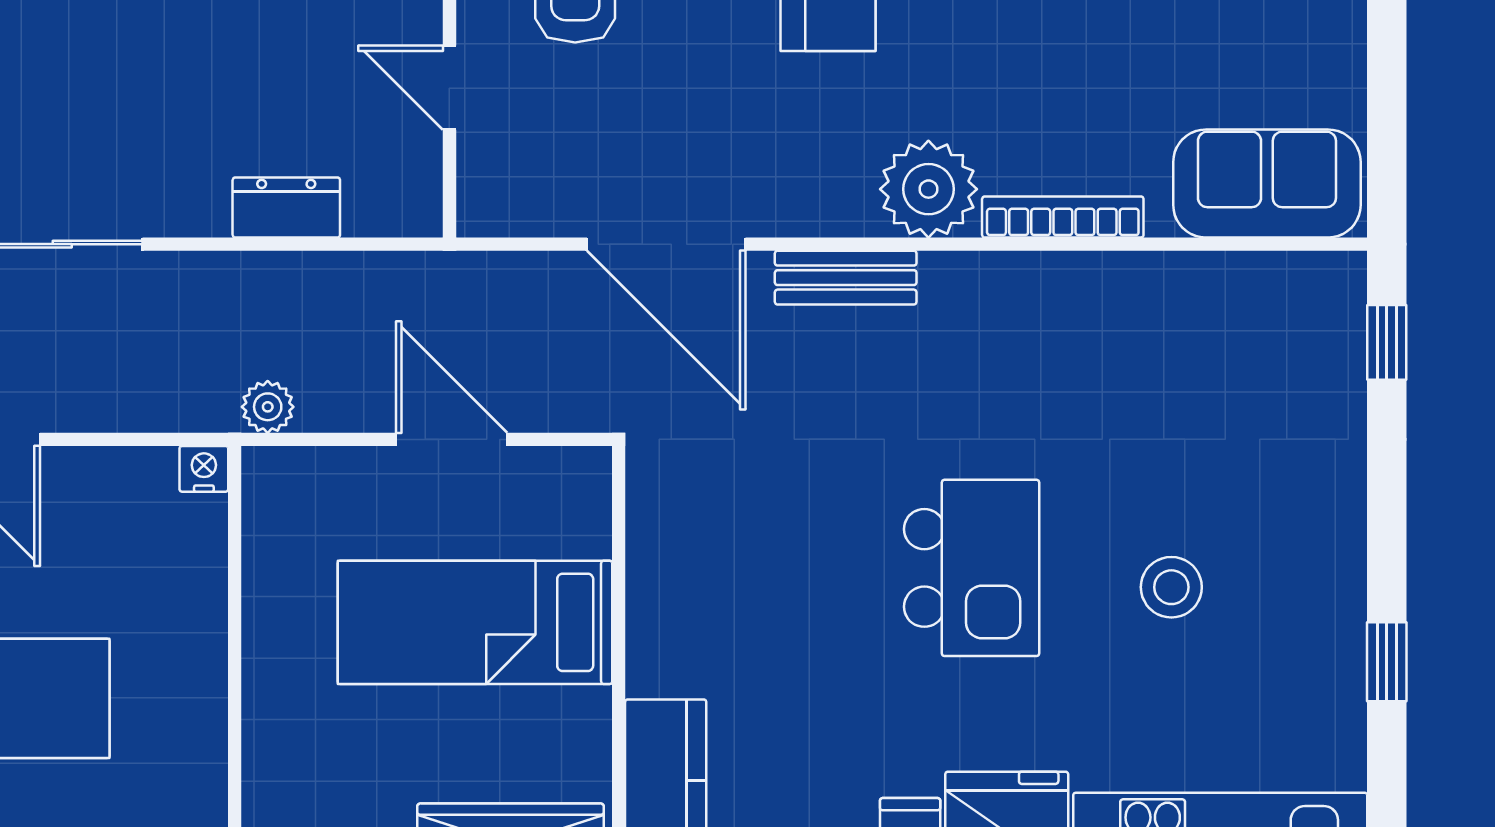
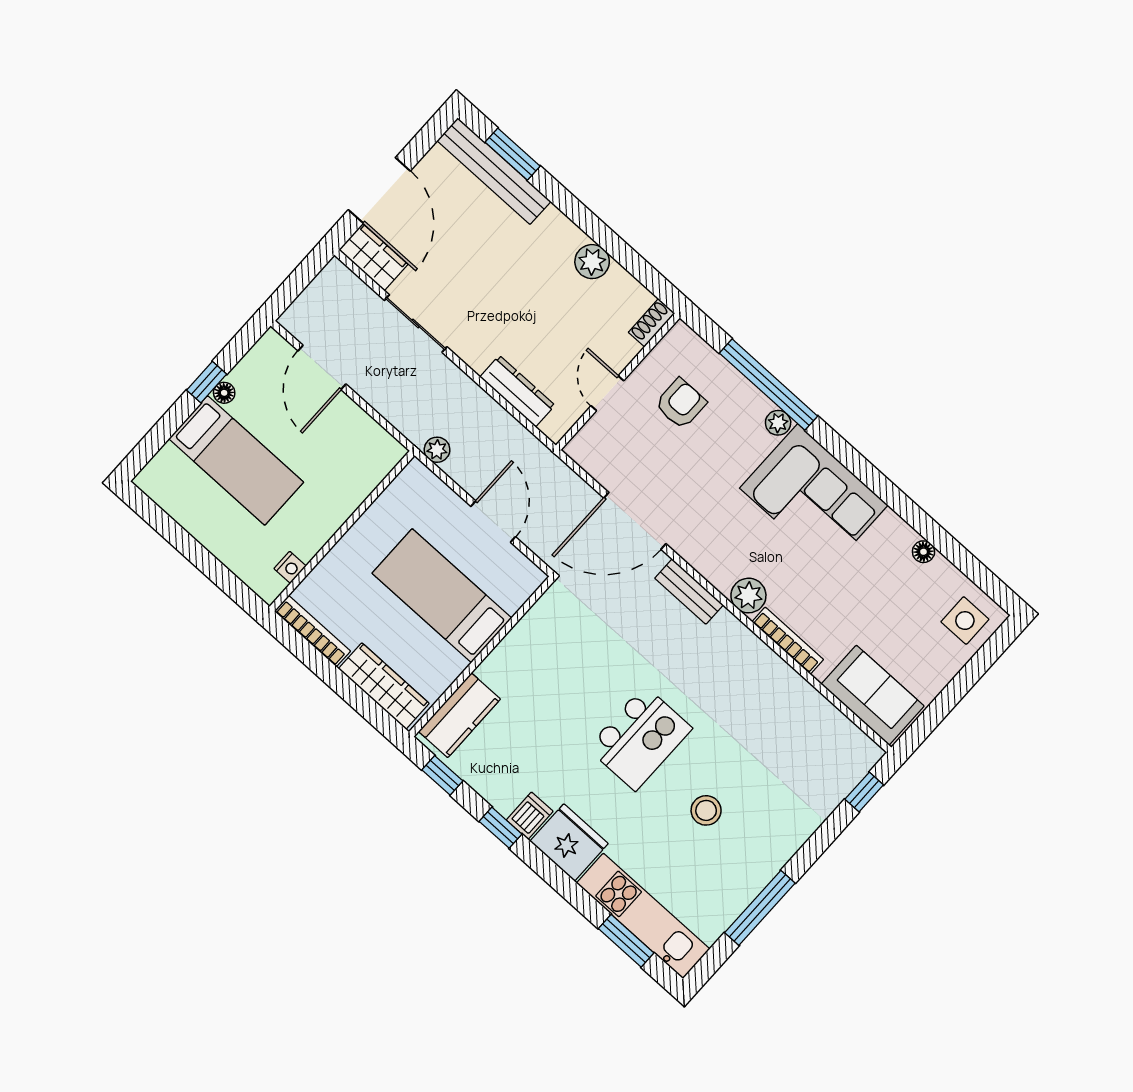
plant: (928, 189) -> (748, 596), width x0.73, depth x0.73
dresser: (286, 207) -> (517, 391), width x1.44
door: (666, 244) -> (635, 521), hinge flipped
nightstand: (204, 469) -> (290, 567), moved, turned 90
window: (1387, 662) -> (760, 908), width x2.17

